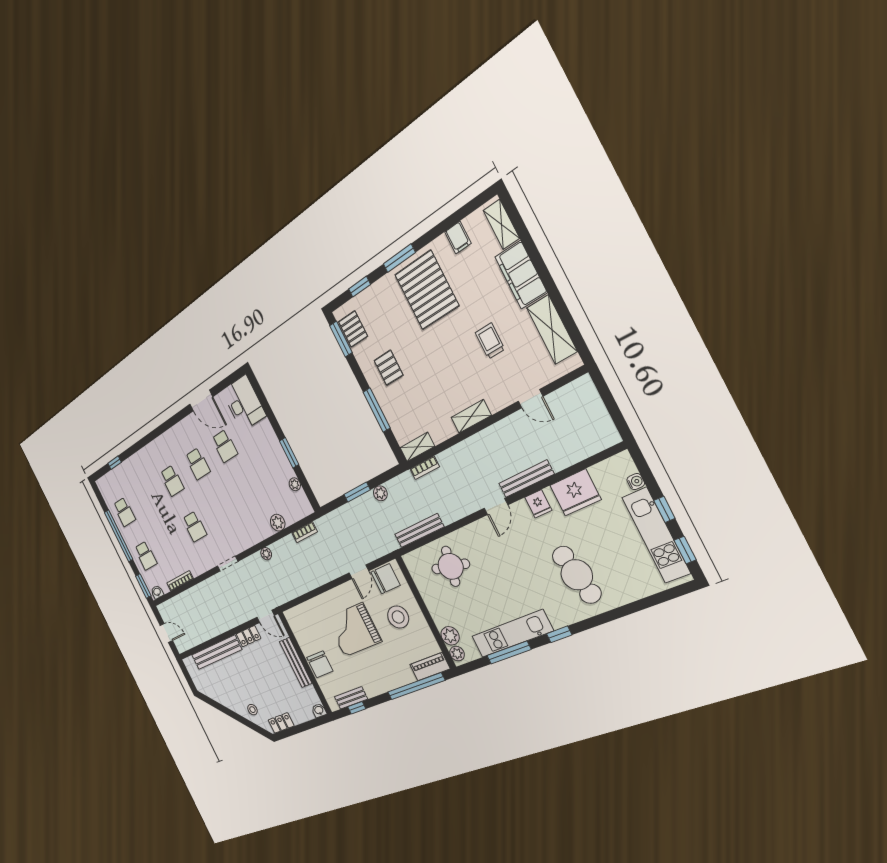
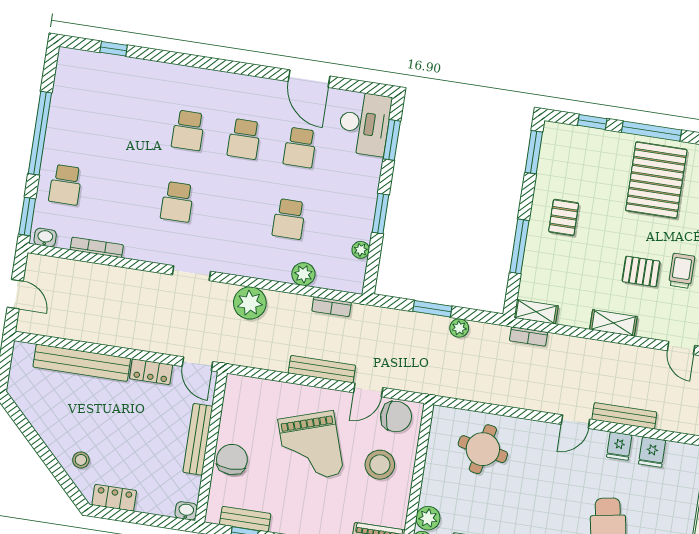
window: (399, 258) -> (652, 131), width x1.44
pallet: (353, 329) -> (641, 271), moved, turned 90
window: (263, 401) -> (392, 140), added
fridge: (575, 492) -> (652, 452), width x0.53, depth x0.75
school desk: (124, 512) -> (289, 219), moved
bench: (419, 531) -> (322, 369), moved
plant: (266, 554) -> (250, 303), width x1.88, depth x1.88
grand piano: (354, 630) -> (311, 447), turned -108
chair: (320, 664) -> (232, 460), turned 180

